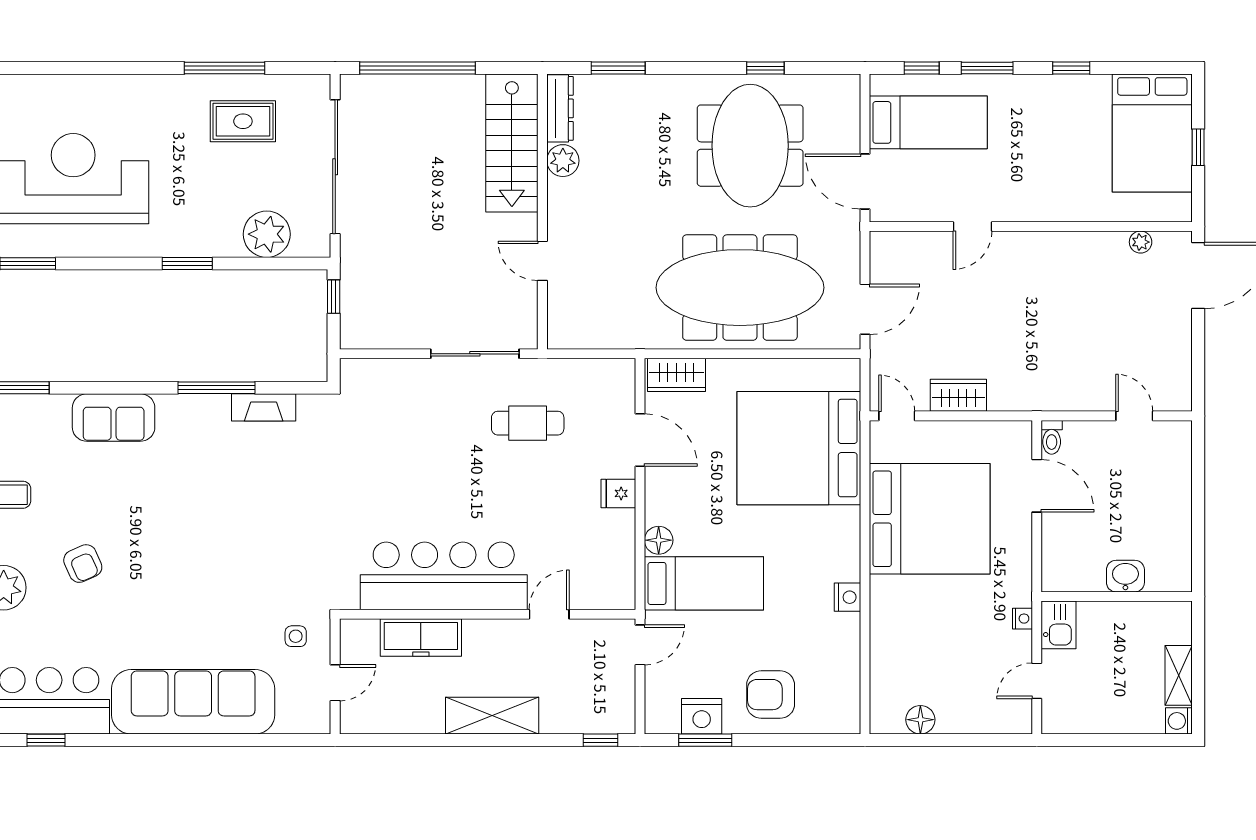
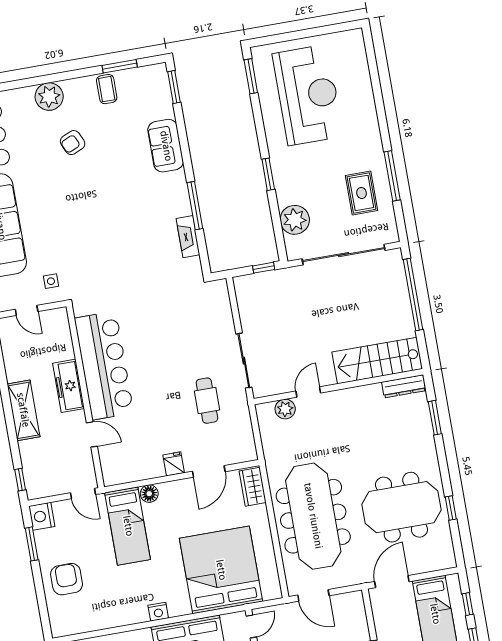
plant: (563, 161) -> (285, 409), moved
nightstand: (847, 597) -> (158, 612), moved
freezer: (421, 637) -> (69, 386), moved
nightstand: (702, 716) -> (42, 516), moved

